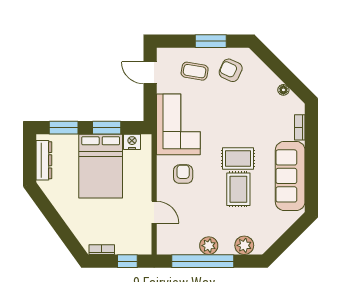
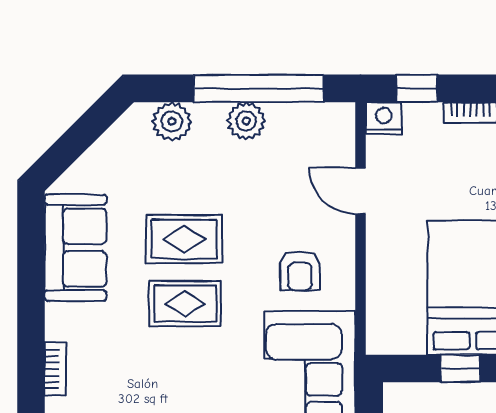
window: (107, 128) -> (460, 368), width x0.67
nightstand: (132, 142) -> (384, 118), moved, turned 180
sofa: (290, 176) -> (76, 248), width x0.73
rug: (238, 189) -> (184, 239), turned 90

